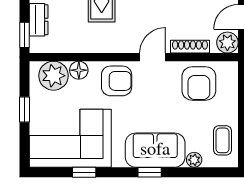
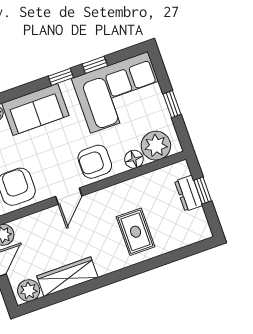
window: (25, 35) -> (203, 191), moved
shoe rack: (190, 47) -> (37, 218), removed
window: (150, 172) -> (61, 77), moved

